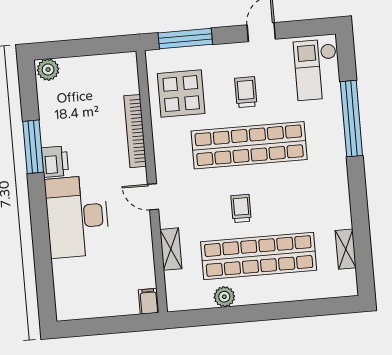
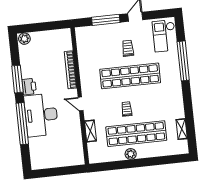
window: (185, 39) -> (106, 20), moved
display table: (181, 94) -> (94, 50), removed
window: (40, 232) -> (22, 124), added
plant: (224, 297) -> (131, 154), moved
filing cabinet: (149, 301) -> (79, 158), removed

